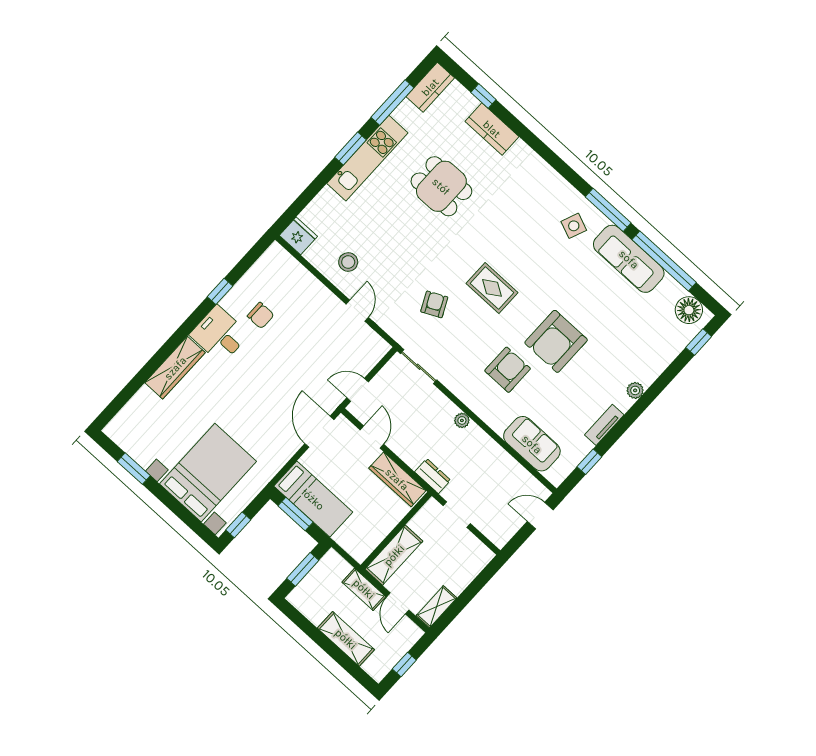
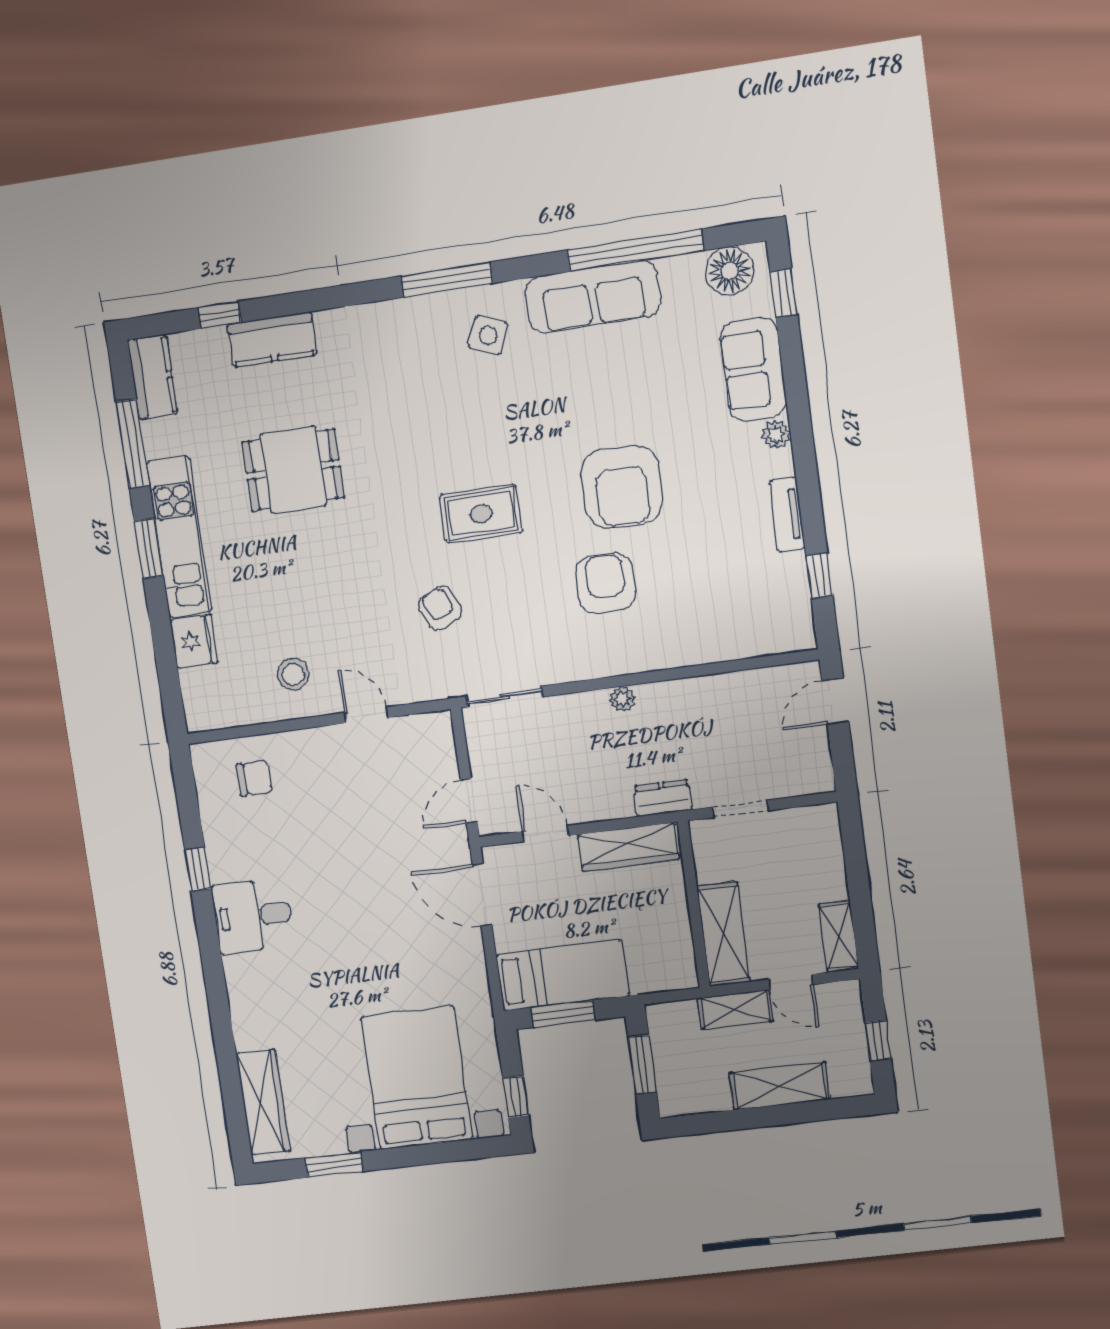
window: (608, 210) -> (447, 280), moved
fridge: (298, 236) -> (194, 641), moved, turned 90
chair: (261, 315) -> (254, 778), moved
wardrobe: (175, 368) -> (263, 1102), moved
sofa: (532, 444) -> (753, 369), moved, turned -90

